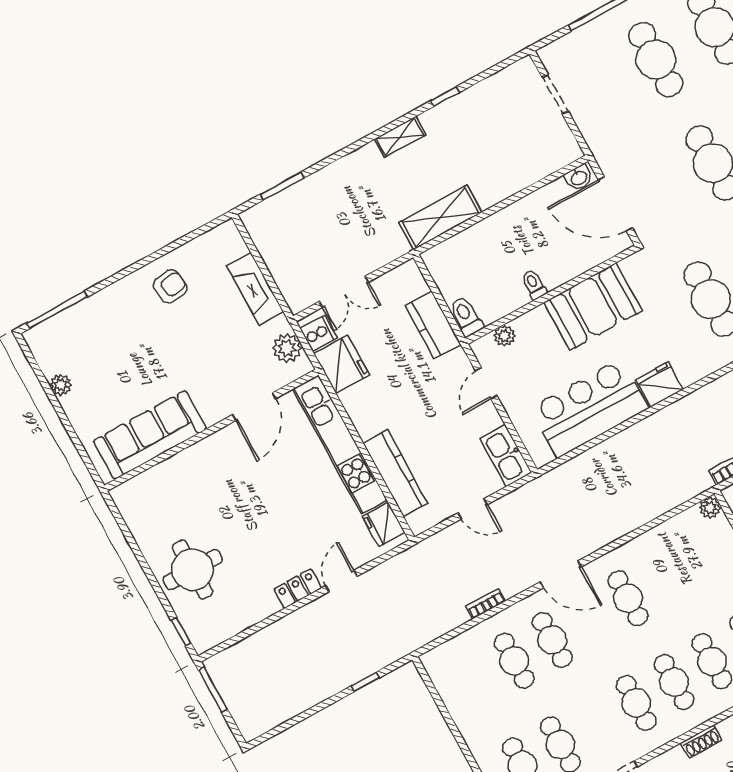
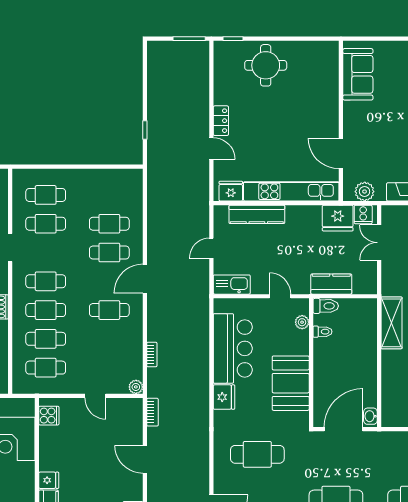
toilet: (534, 285) -> (322, 332), moved
sofa: (150, 435) -> (358, 74), width x0.73
bookcase: (485, 604) -> (152, 355), moved

